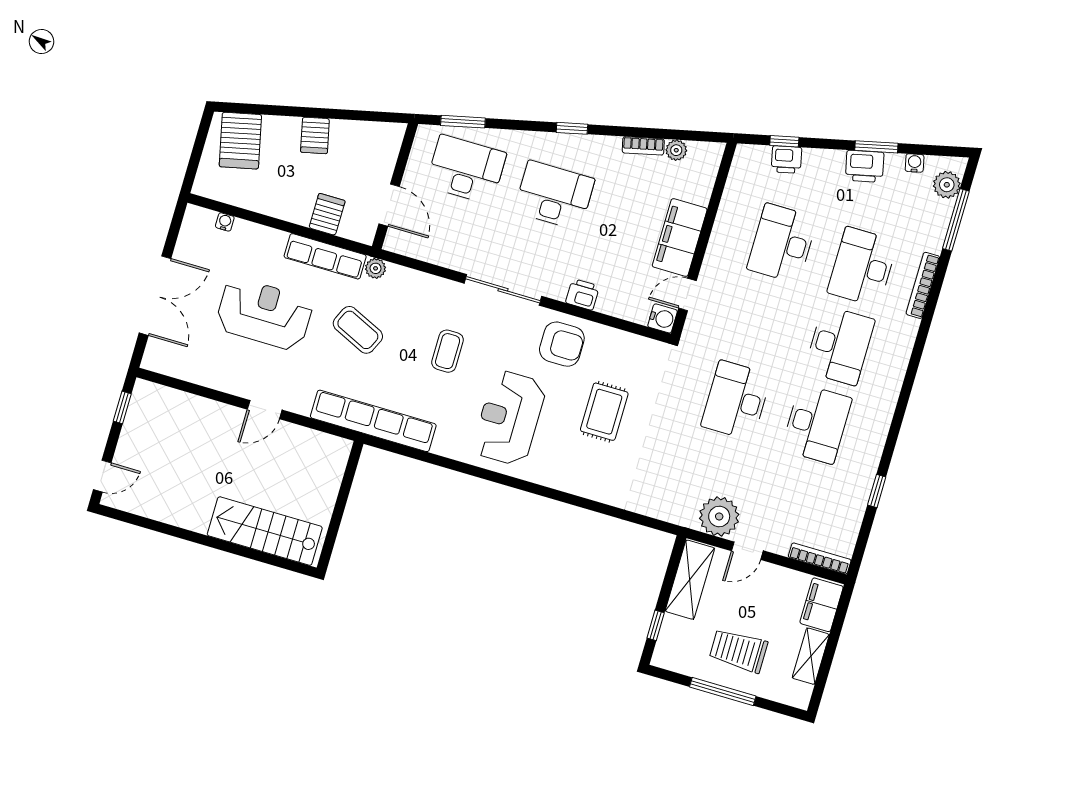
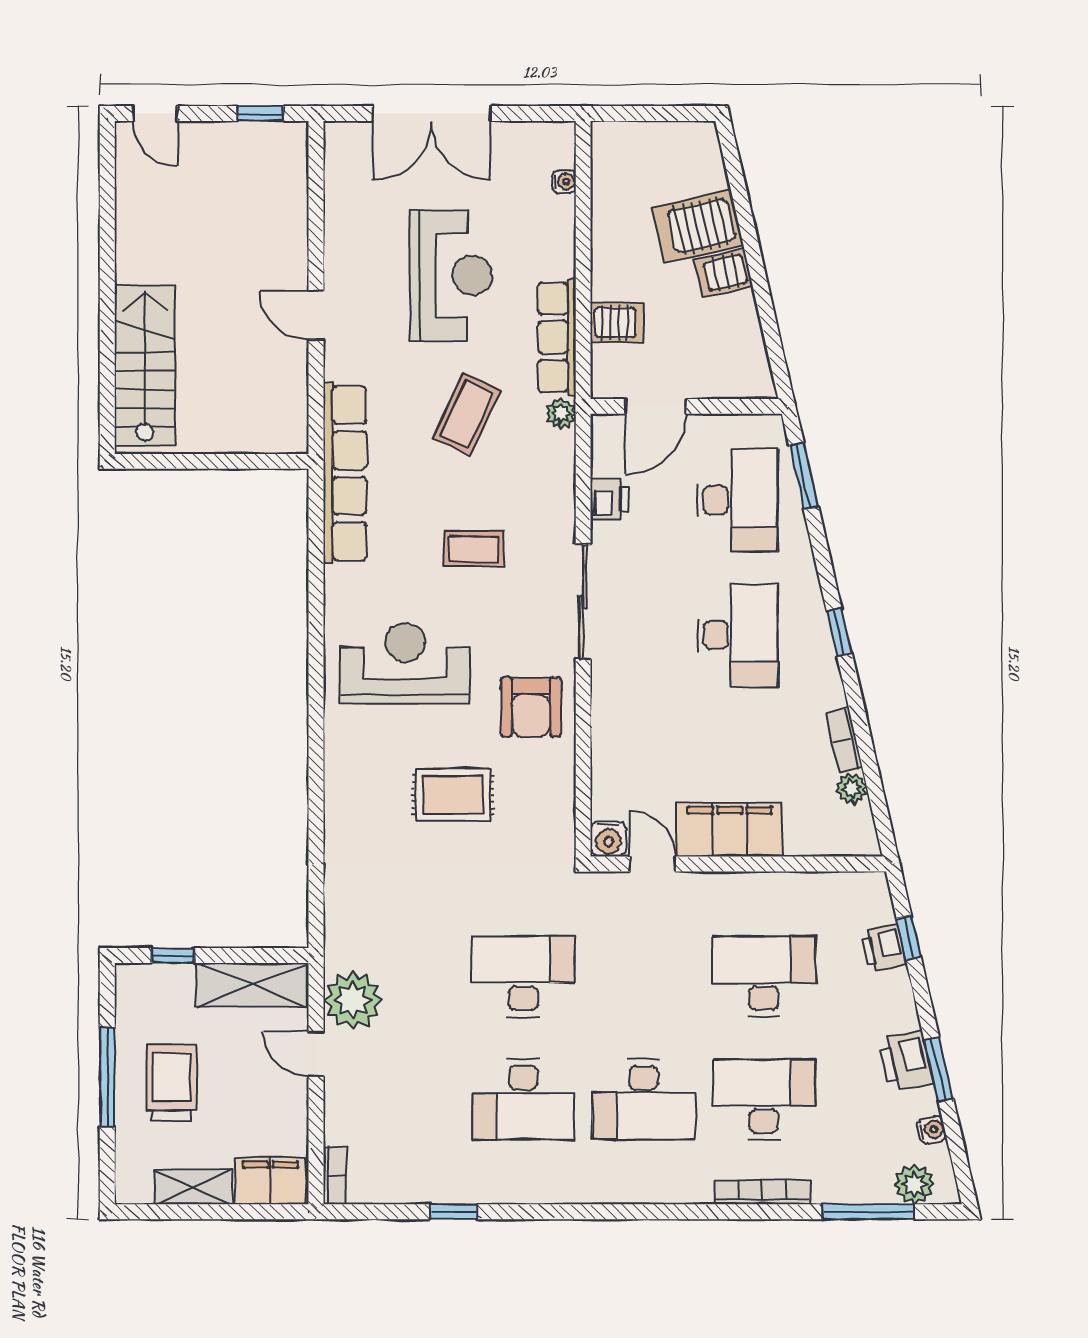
server rack: (240, 141) -> (698, 226), moved
printer: (582, 294) -> (609, 499), moved
bookcase: (820, 558) -> (335, 1175), width x0.64

